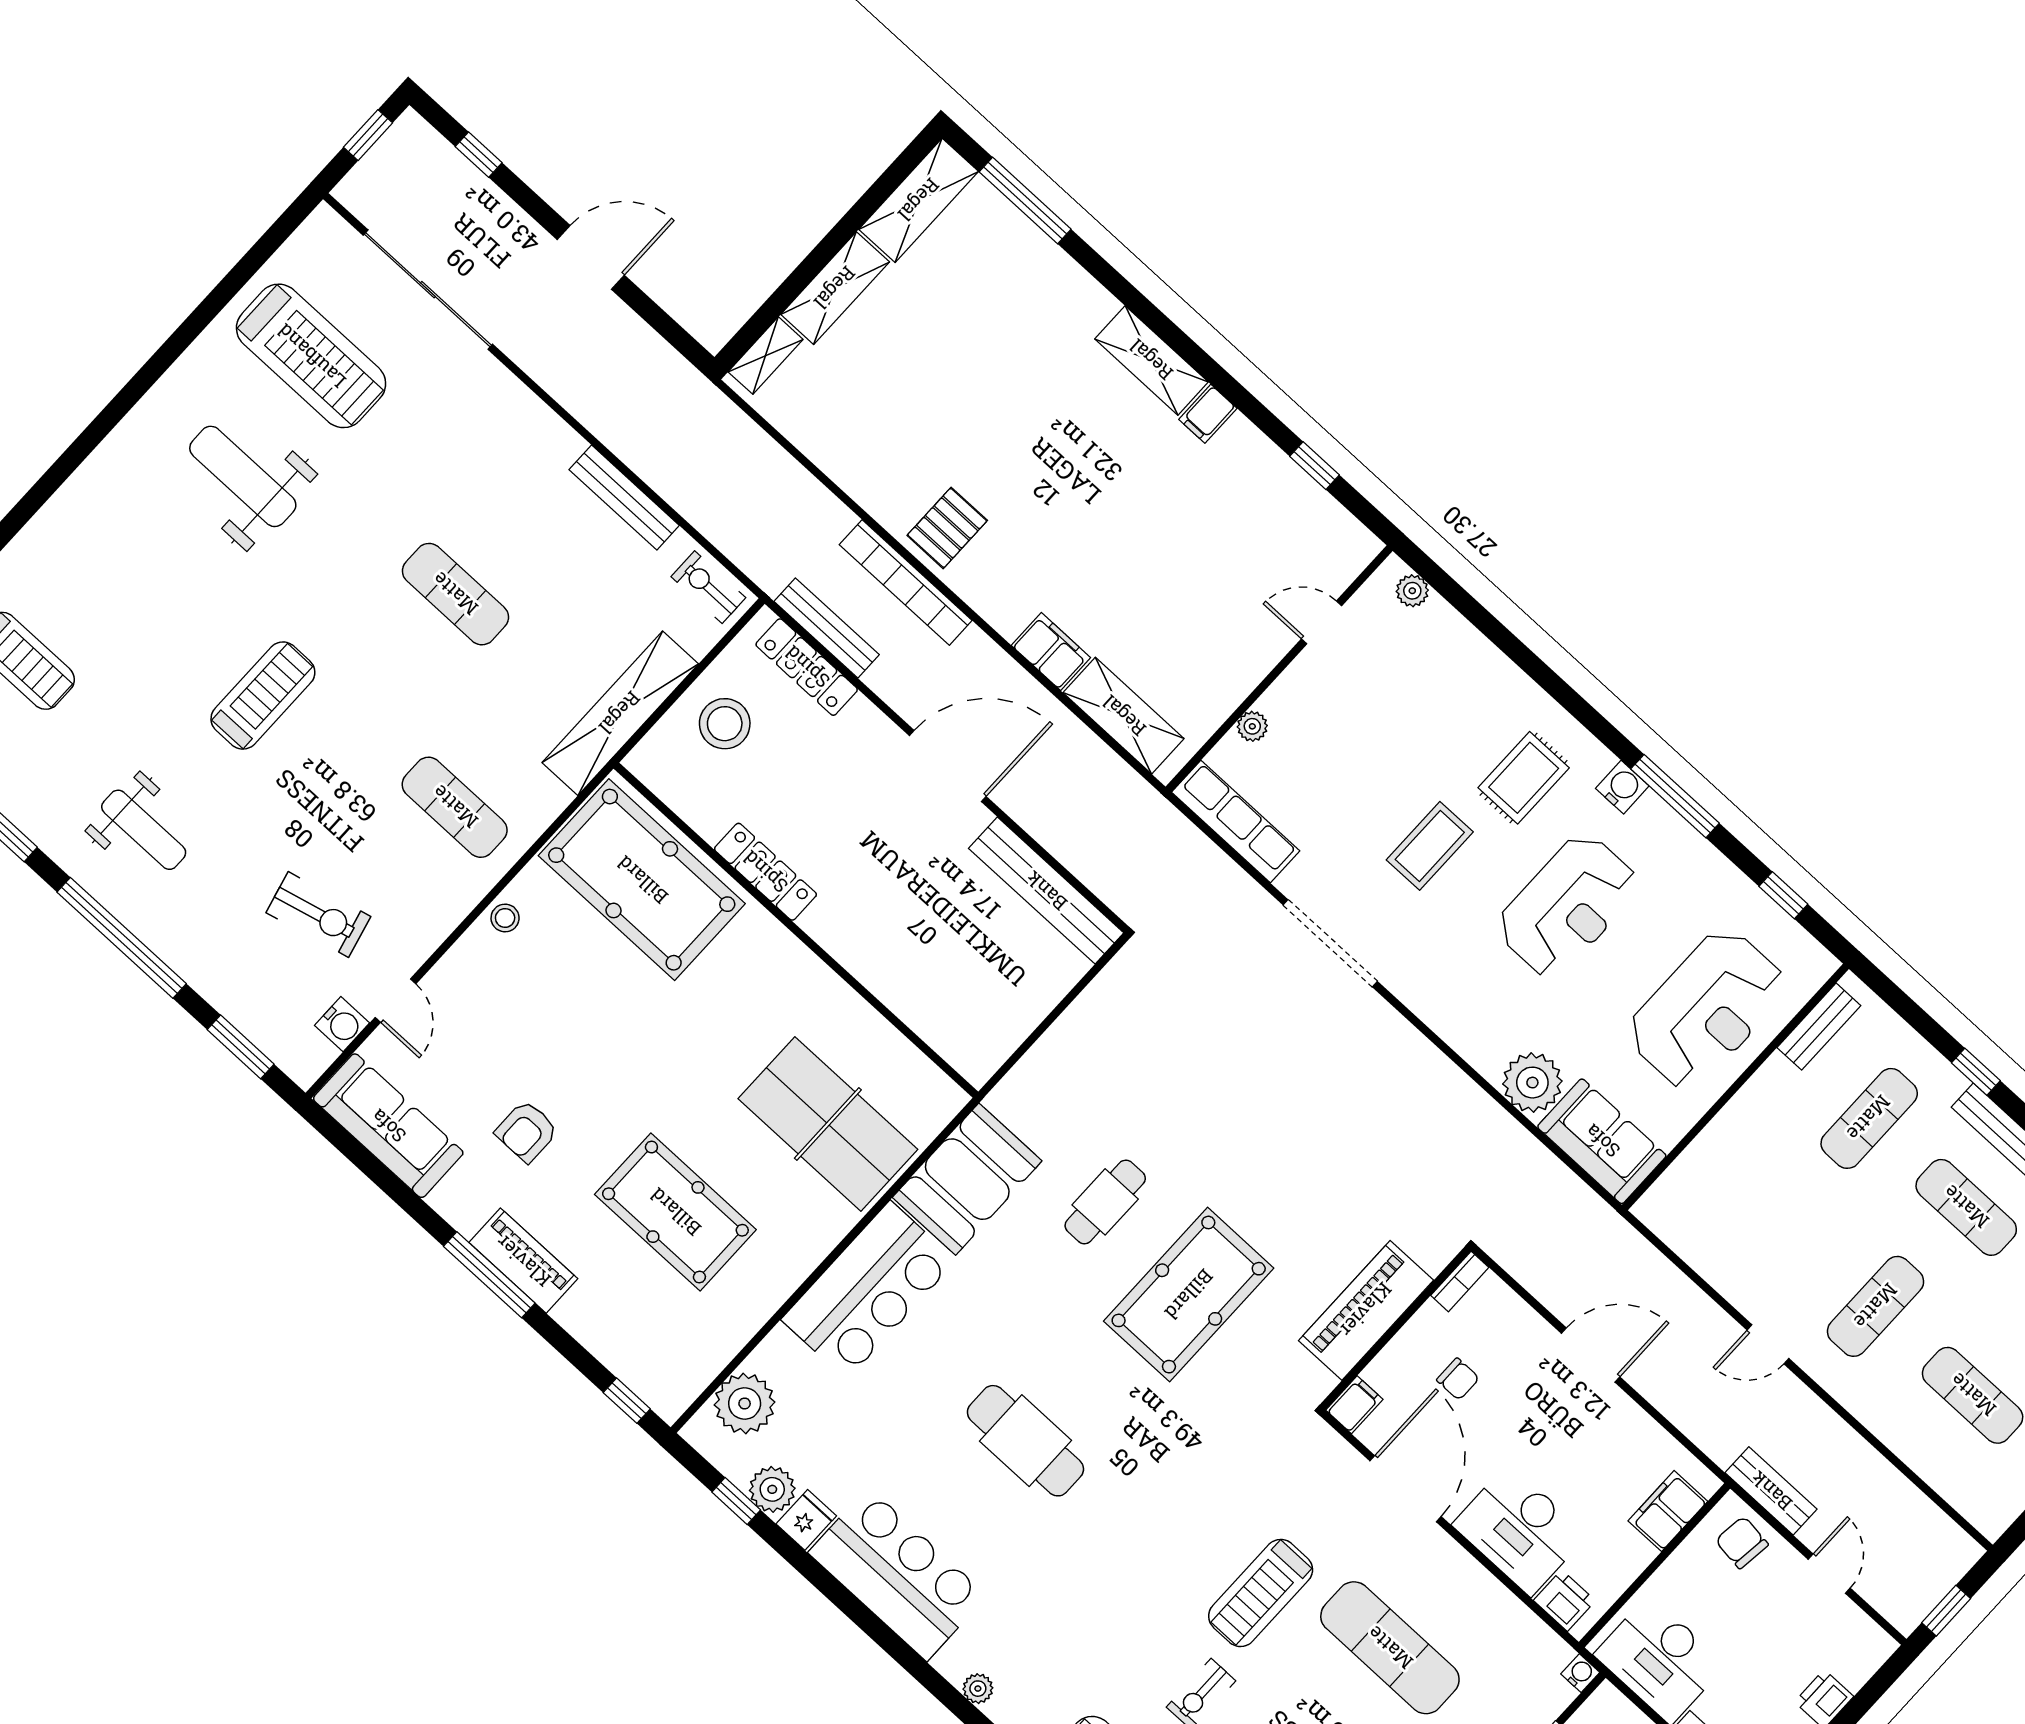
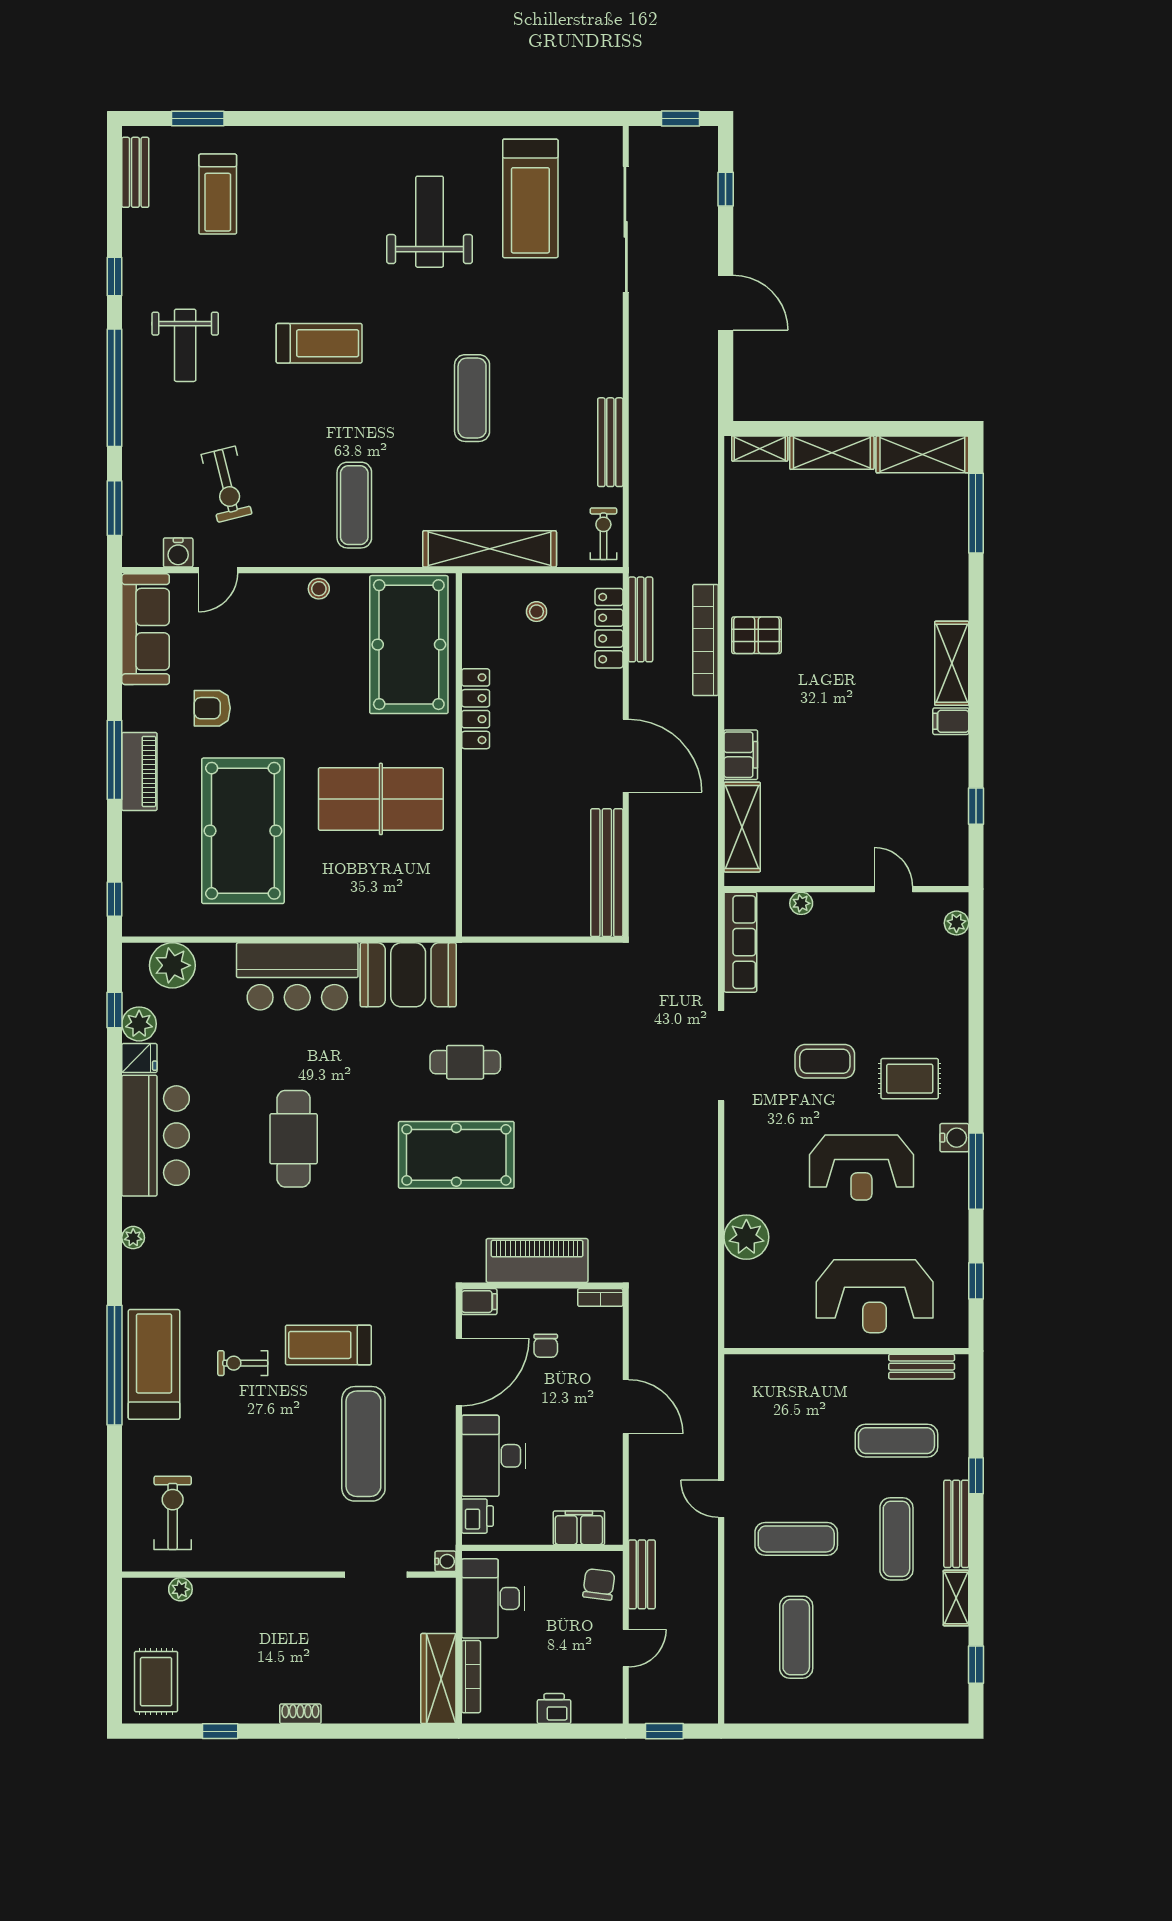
stool: (725, 724) -> (537, 612), width x0.53, depth x0.53
table tennis table: (828, 1124) -> (381, 799), moved, turned 90
sofa: (1602, 1141) -> (749, 1305), removed
pool table: (675, 1212) -> (243, 831), width x1.36, depth x1.32

